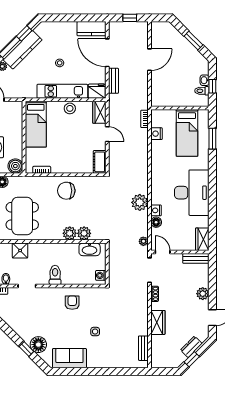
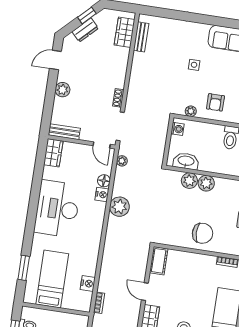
plant: (92, 292) -> (191, 111), added
wardrobe: (158, 322) -> (125, 32), moved

